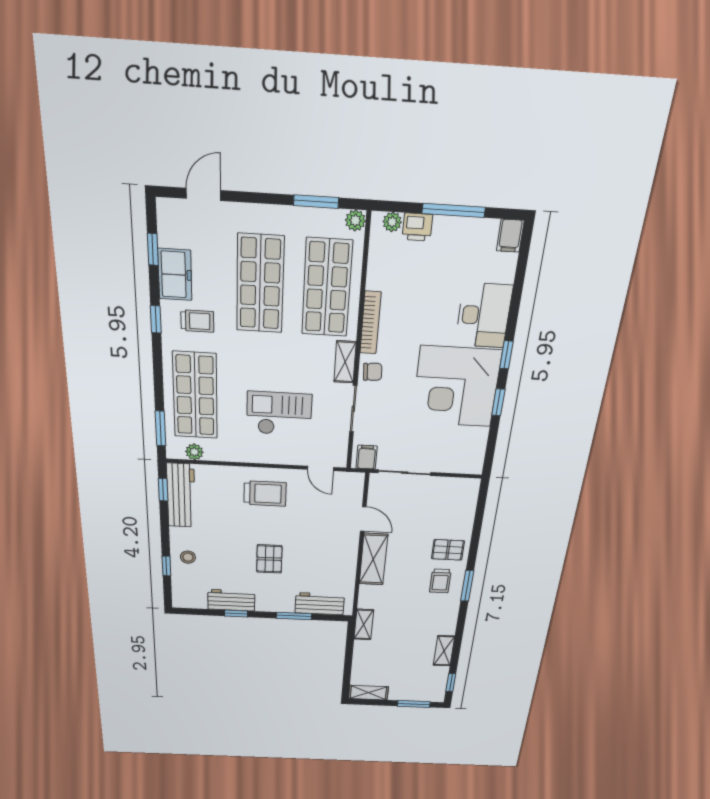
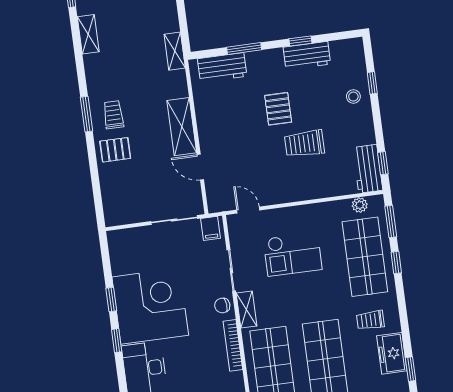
window: (156, 319) -> (396, 262), moved
trolley: (265, 494) -> (304, 144), moved
workbench: (181, 495) -> (368, 169), width x0.73

